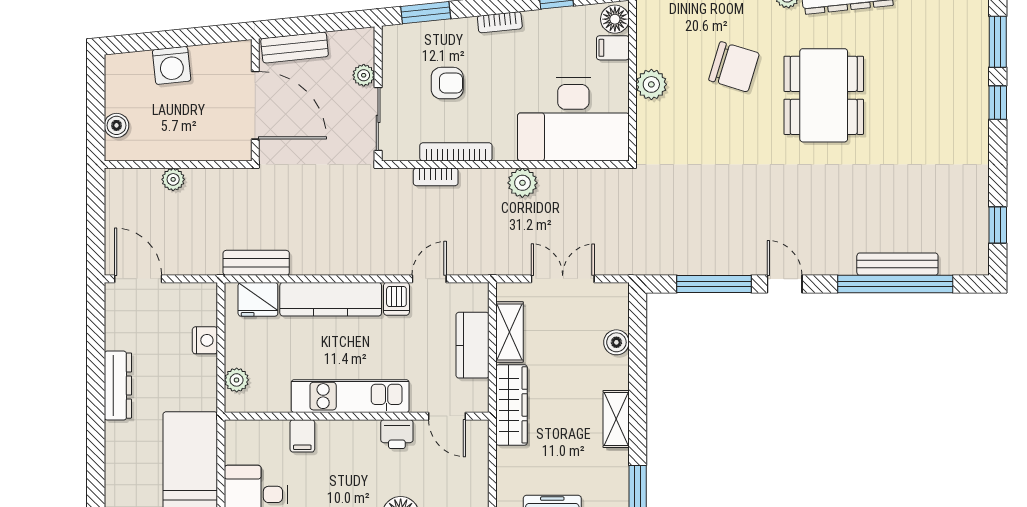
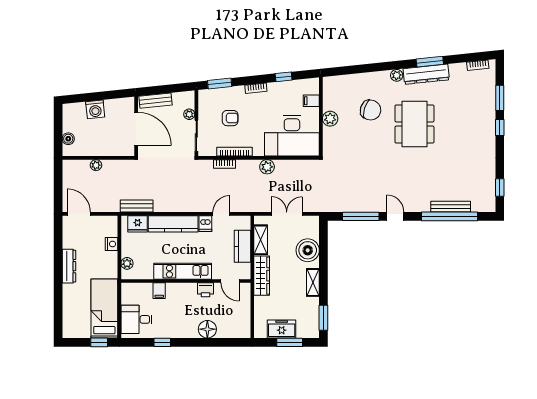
floor lamp: (615, 19) -> (312, 87), removed
boiler: (616, 342) -> (308, 250), width x1.86, depth x1.86

